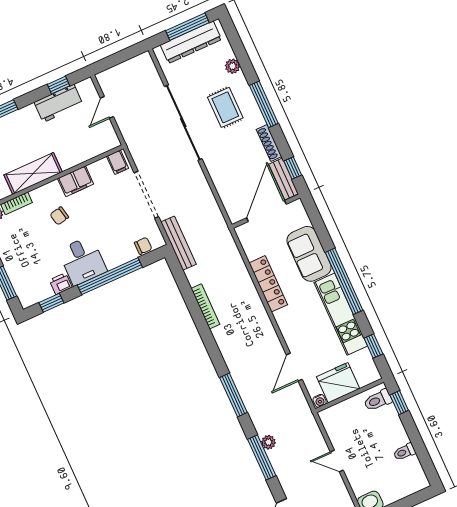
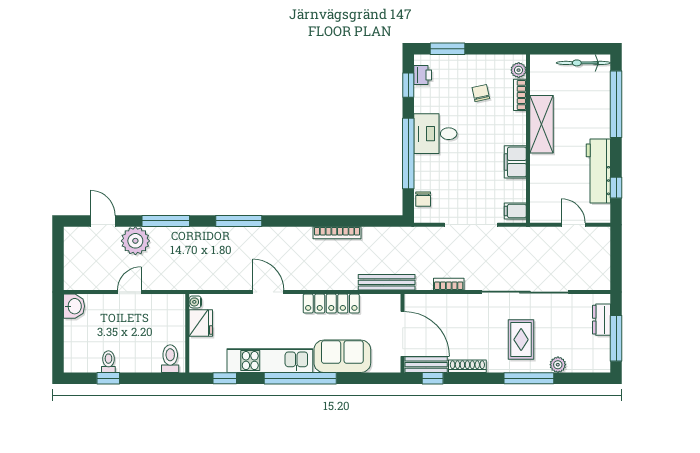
dresser: (191, 42) -> (602, 320), width x0.51, depth x0.80
workbench: (59, 103) -> (598, 171), width x1.38
window: (264, 104) -> (529, 378), moved
rug: (225, 107) -> (521, 340), turned 90
bookcase: (206, 191) -> (449, 284), added
chair: (59, 216) -> (481, 93), moved
bench: (178, 243) -> (387, 282), moved
printer: (61, 284) -> (423, 75), moved
door: (294, 367) -> (268, 292), moved
fridge: (338, 383) -> (201, 323), width x0.73, depth x0.75
window: (399, 403) -> (108, 378), moved
plant: (268, 442) -> (135, 241), moved, width x1.88, depth x1.88

